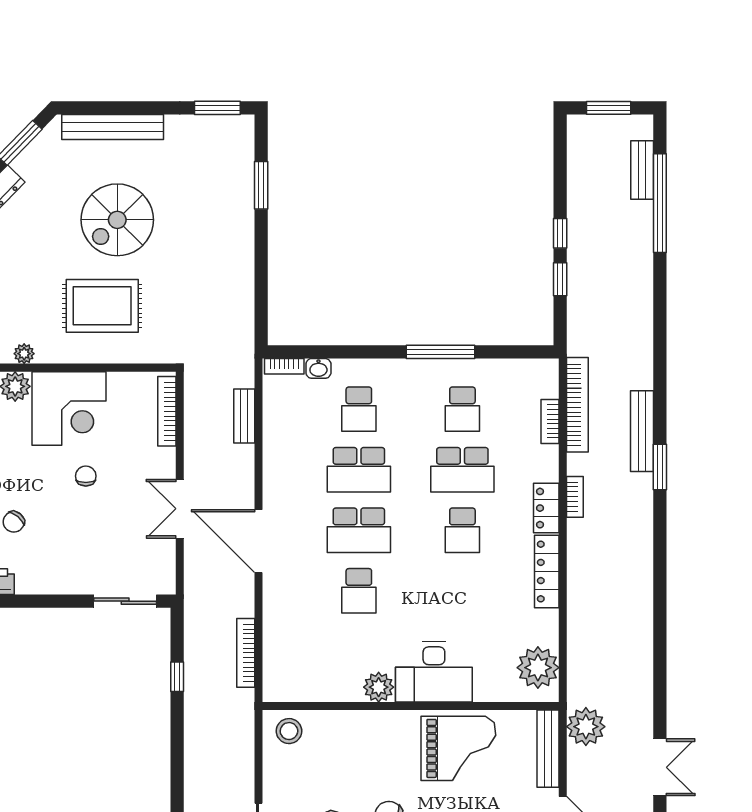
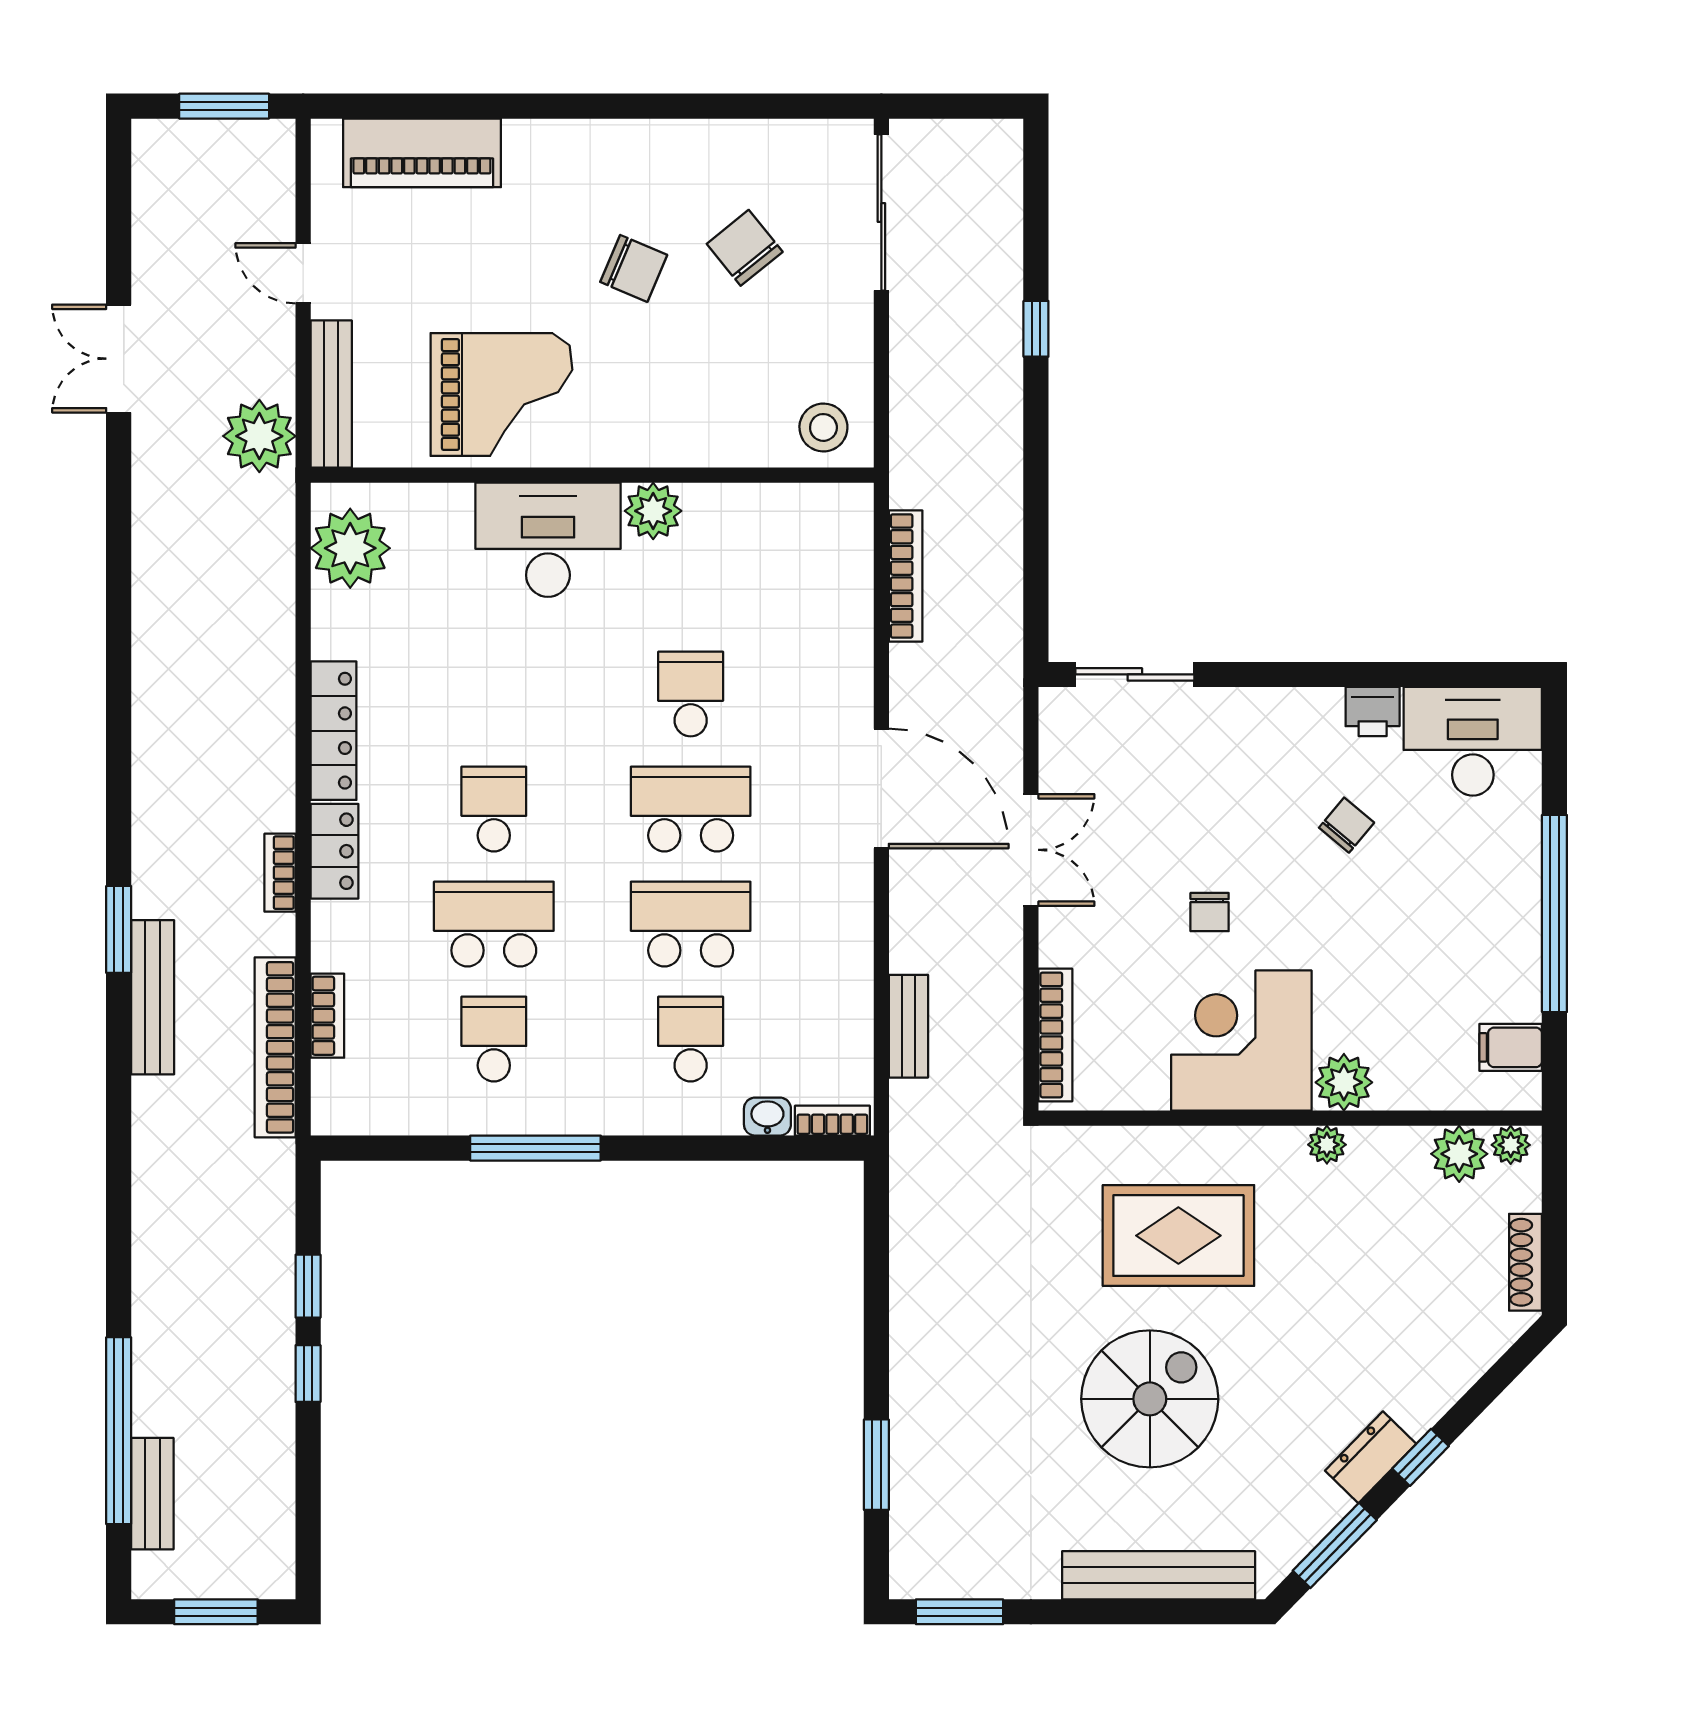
window: (177, 677) -> (1036, 329), moved
grand piano: (458, 748) -> (501, 395), turned 180

